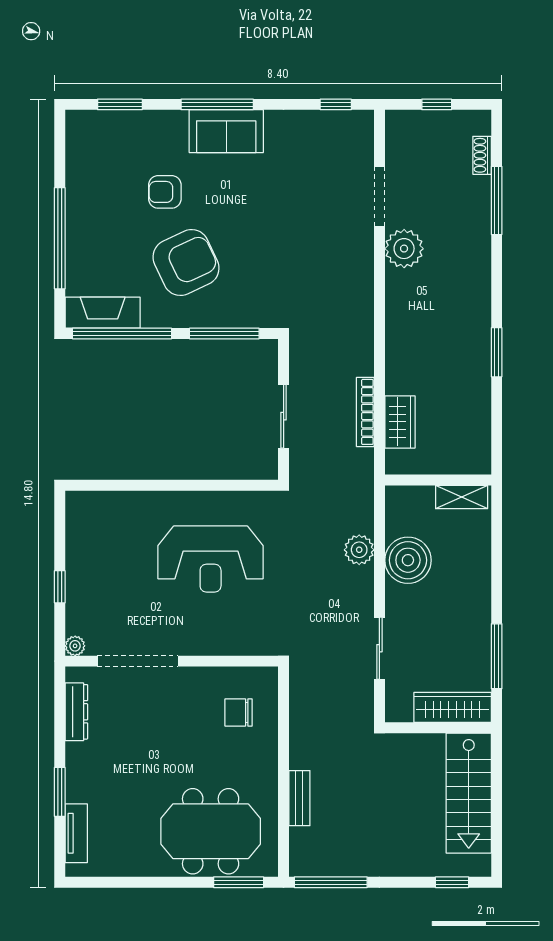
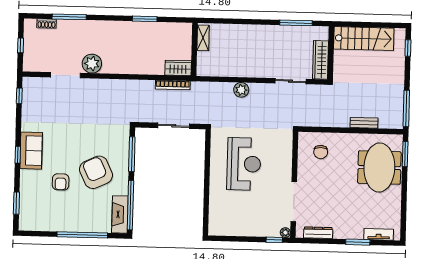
window: (217, 104) -> (18, 155), width x0.46
wall: (438, 480) -> (194, 49), moved
shelving: (462, 497) -> (203, 38), moved
boiler: (408, 560) -> (247, 66), removed
window: (60, 587) -> (274, 240), moved
wardrobe: (453, 707) -> (321, 60), moved

